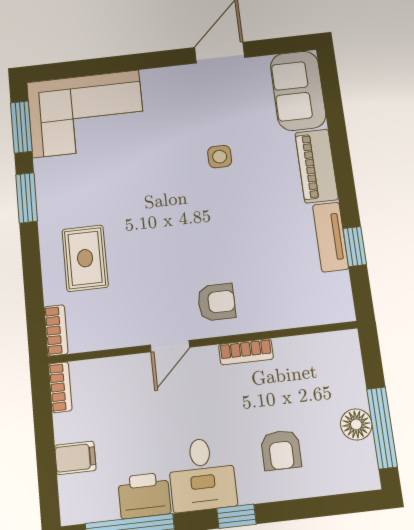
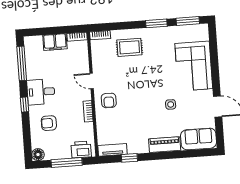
corner sofa: (86, 114) -> (194, 66), moved
tv unit: (330, 237) -> (112, 150), moved
floor lamp: (356, 424) -> (38, 155), moved
window: (382, 428) -> (67, 162), moved
filing cabinet: (75, 458) -> (55, 42), width x2.00
printer: (144, 495) -> (81, 150), moved, turned -90

